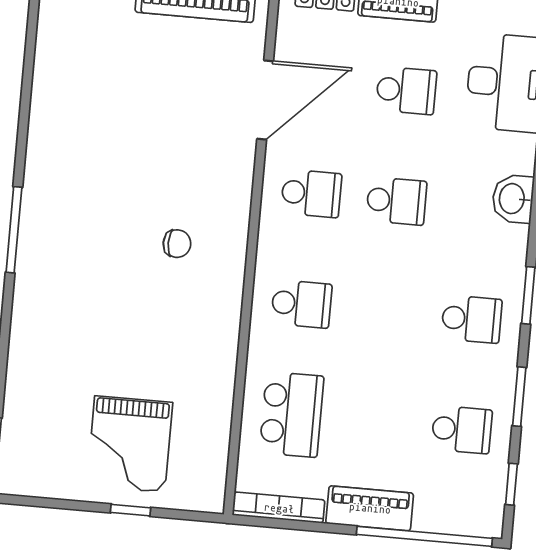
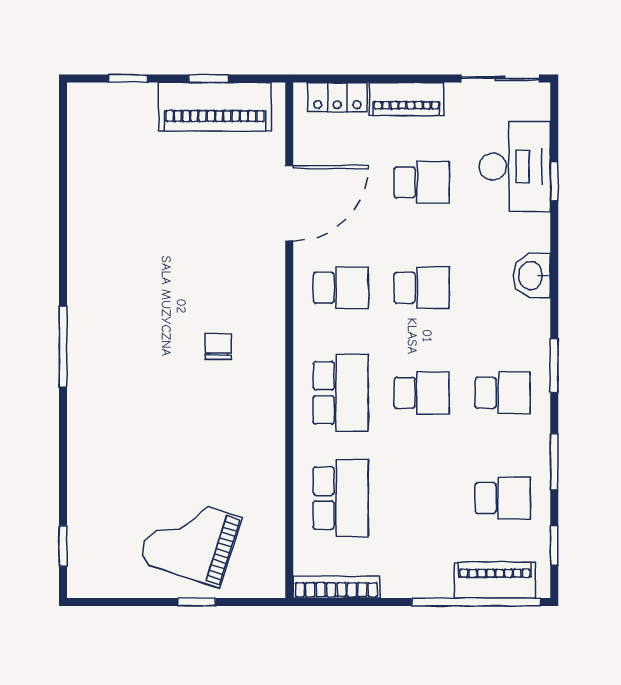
chair: (177, 244) -> (218, 346), turned -90
school desk: (301, 304) -> (341, 393), width x1.85
school desk: (387, 312) -> (422, 393), added
grand piano: (130, 444) -> (190, 540), turned 108
piano: (370, 508) -> (495, 580), moved

